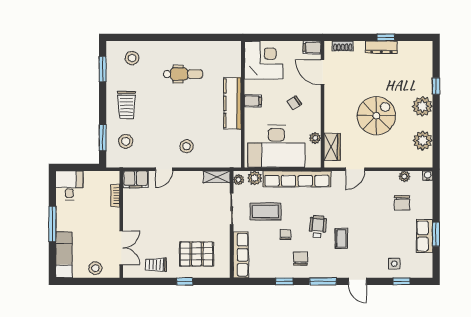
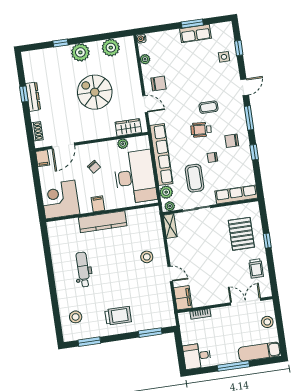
stool: (126, 141) -> (150, 312), removed
chair: (402, 203) -> (159, 83), moved

